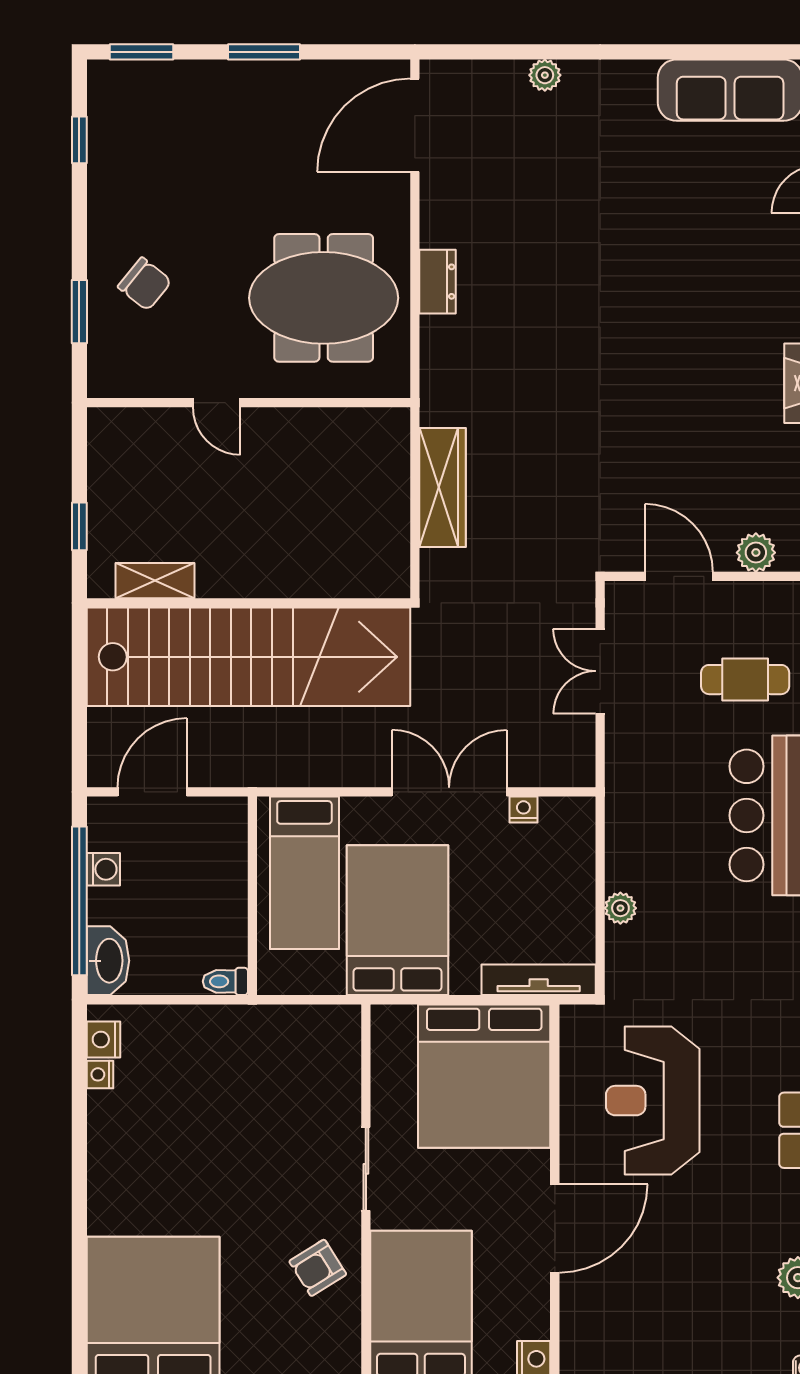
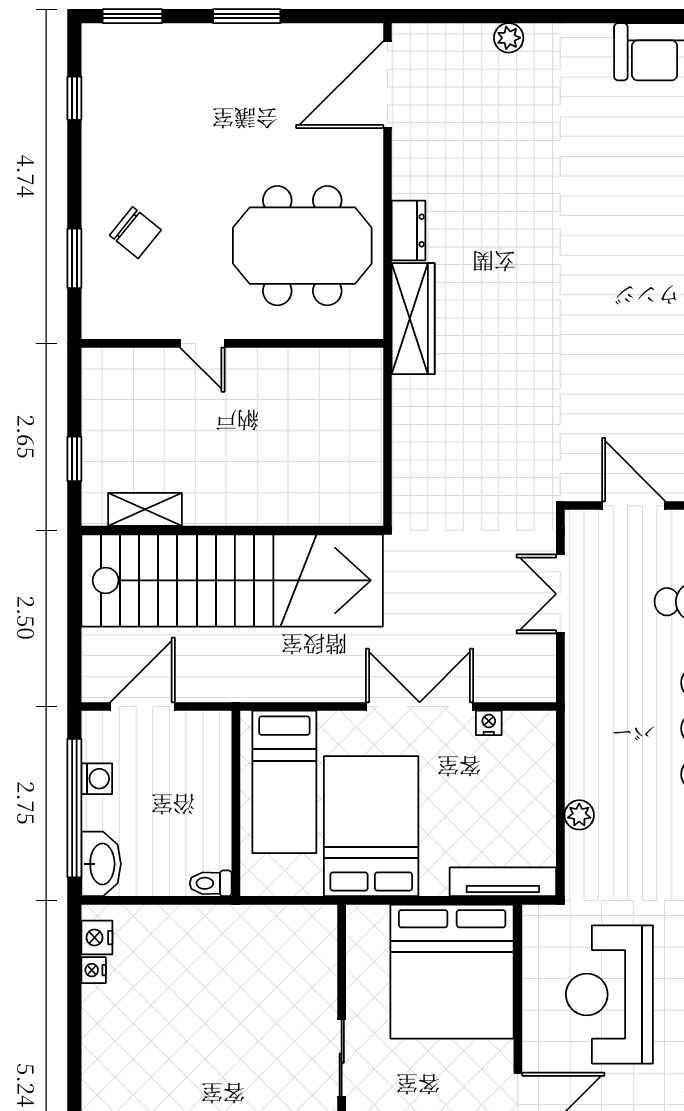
wardrobe: (442, 488) -> (413, 319), moved

